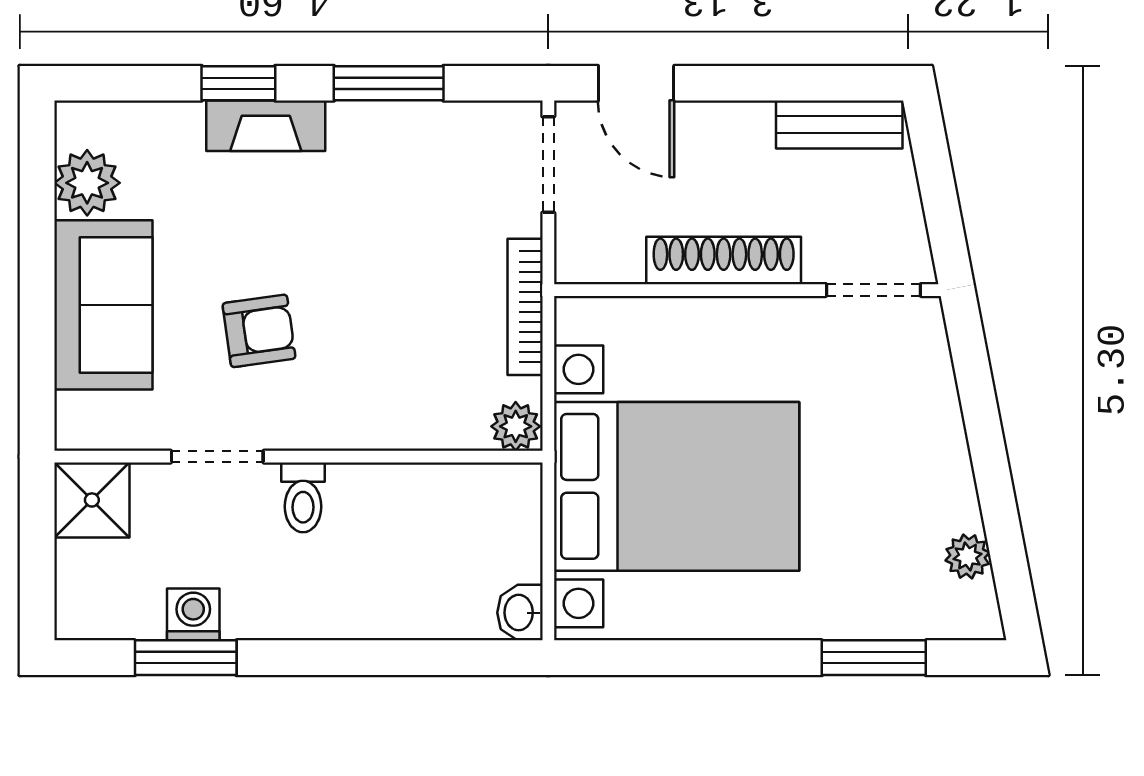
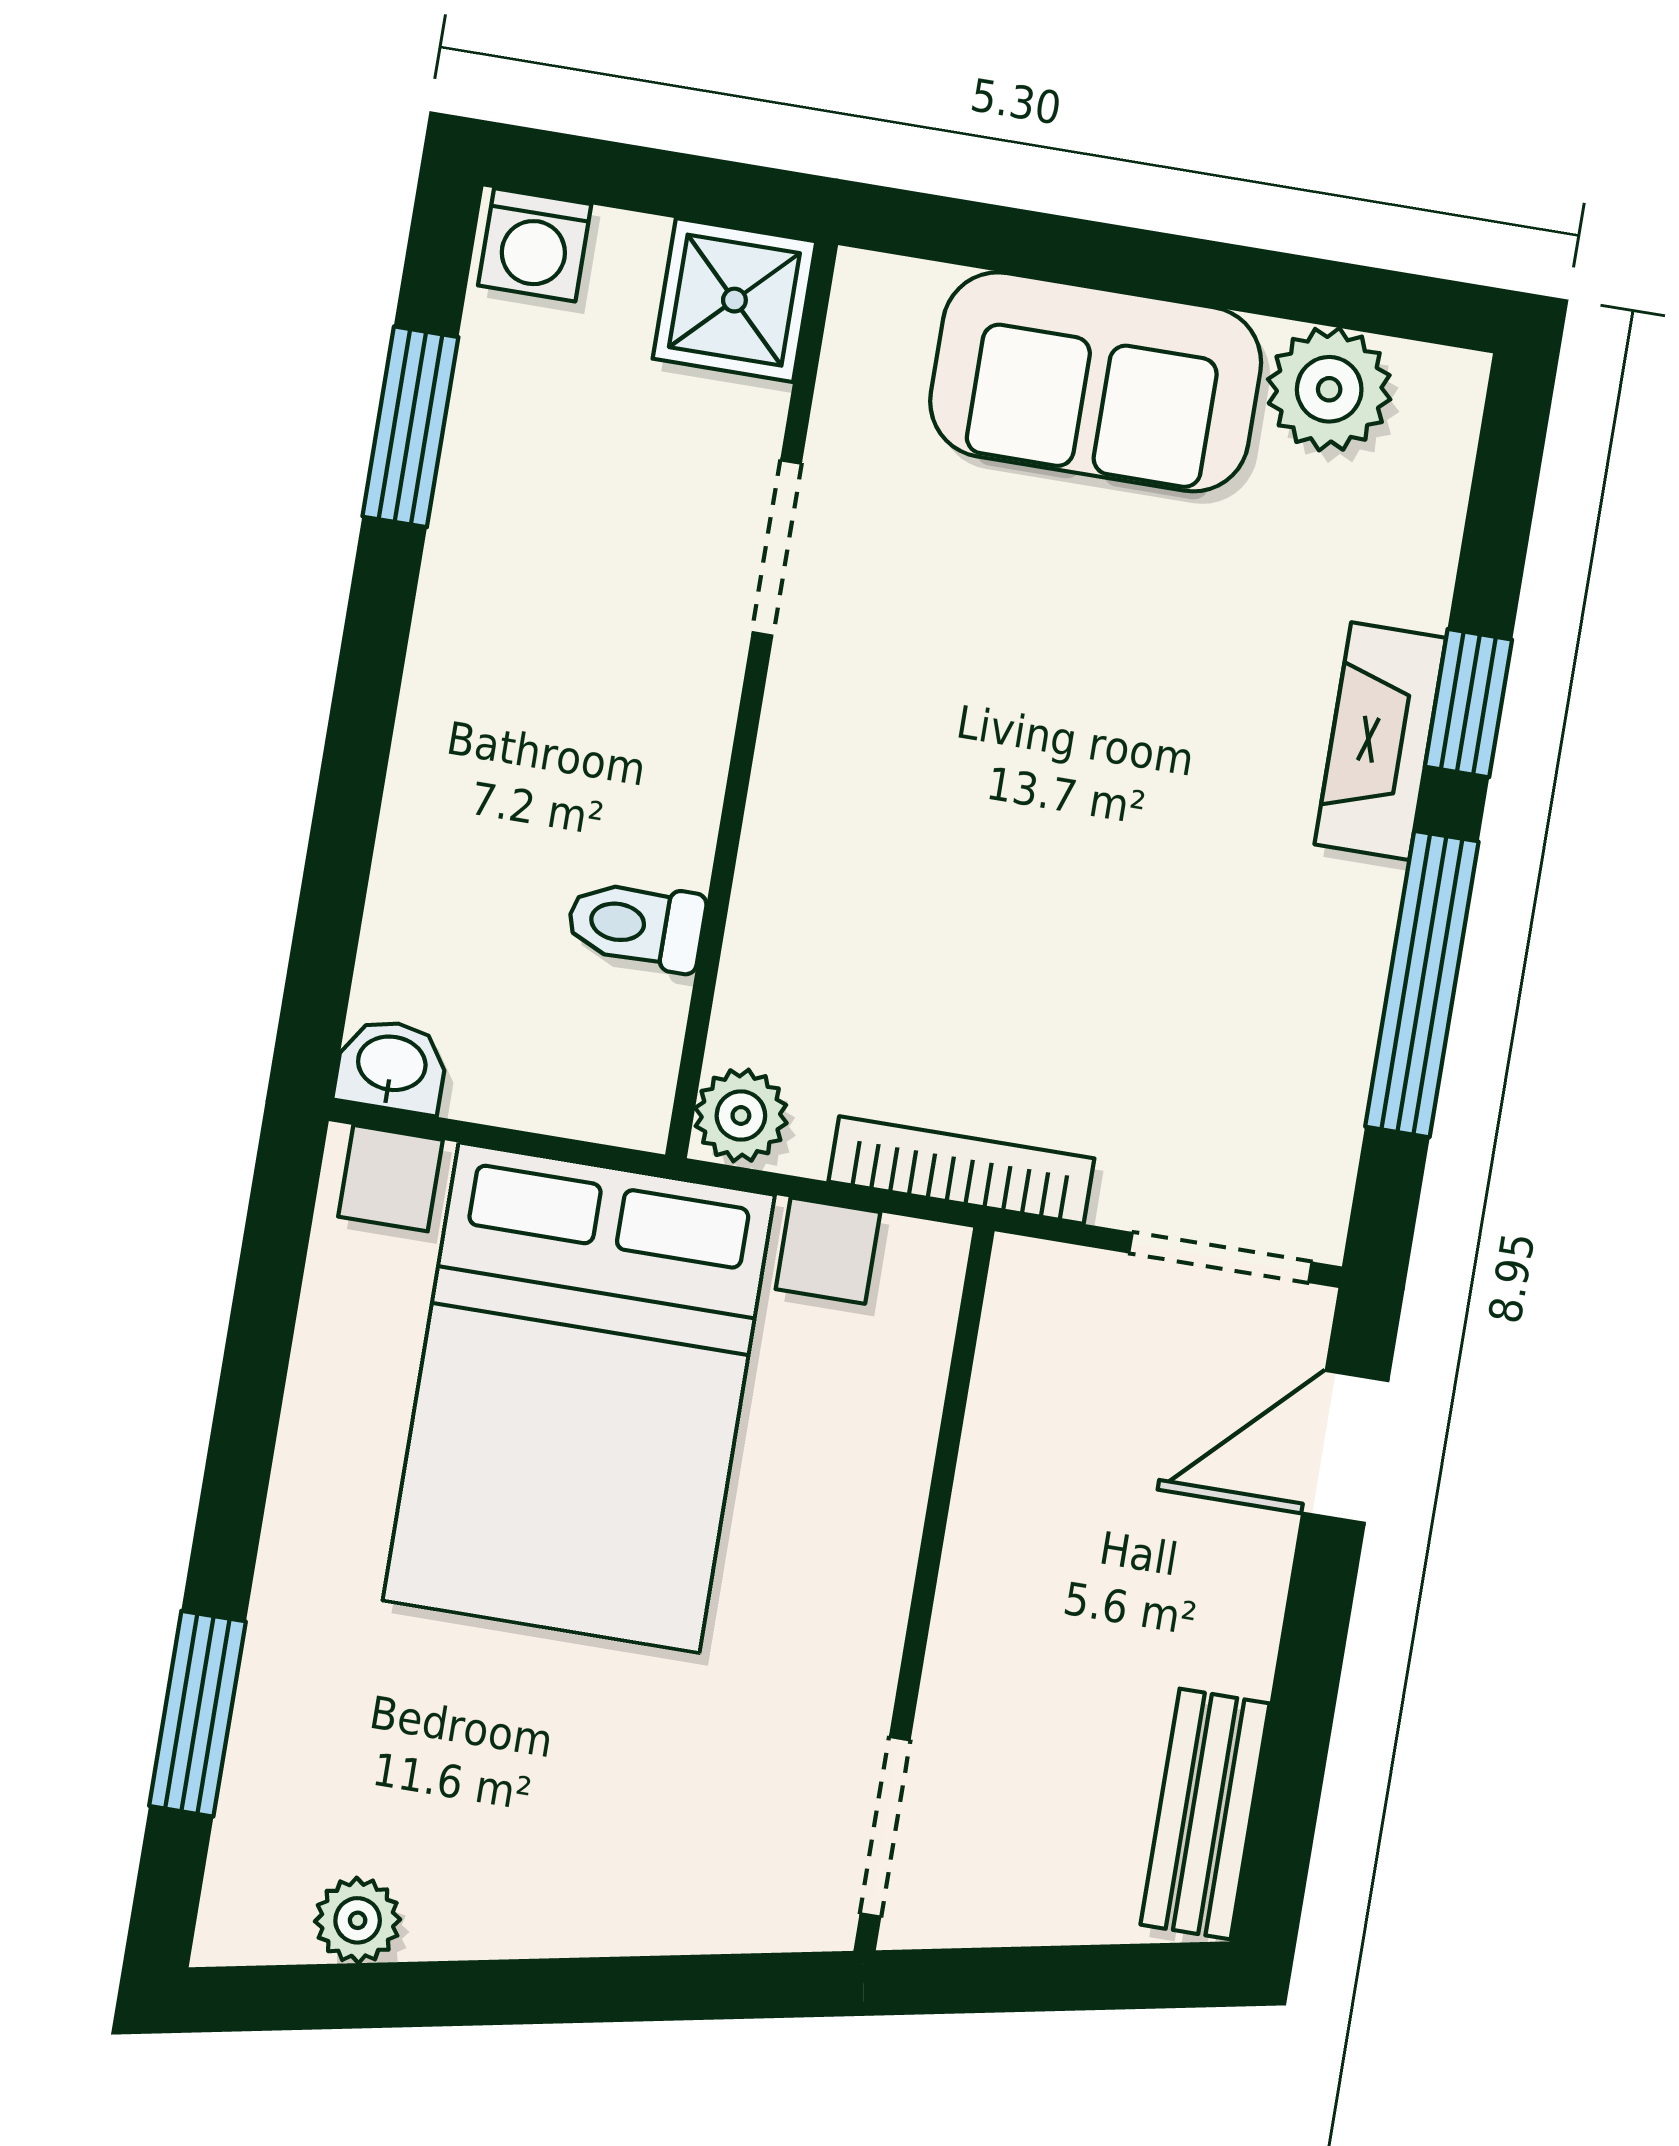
window: (389, 83) -> (1422, 984), width x1.44
shoe rack: (724, 260) -> (987, 1556), removed
armchair: (259, 331) -> (999, 665), removed
toilet: (303, 497) -> (636, 925), moved
washing machine: (193, 614) -> (535, 245), moved, turned 90

